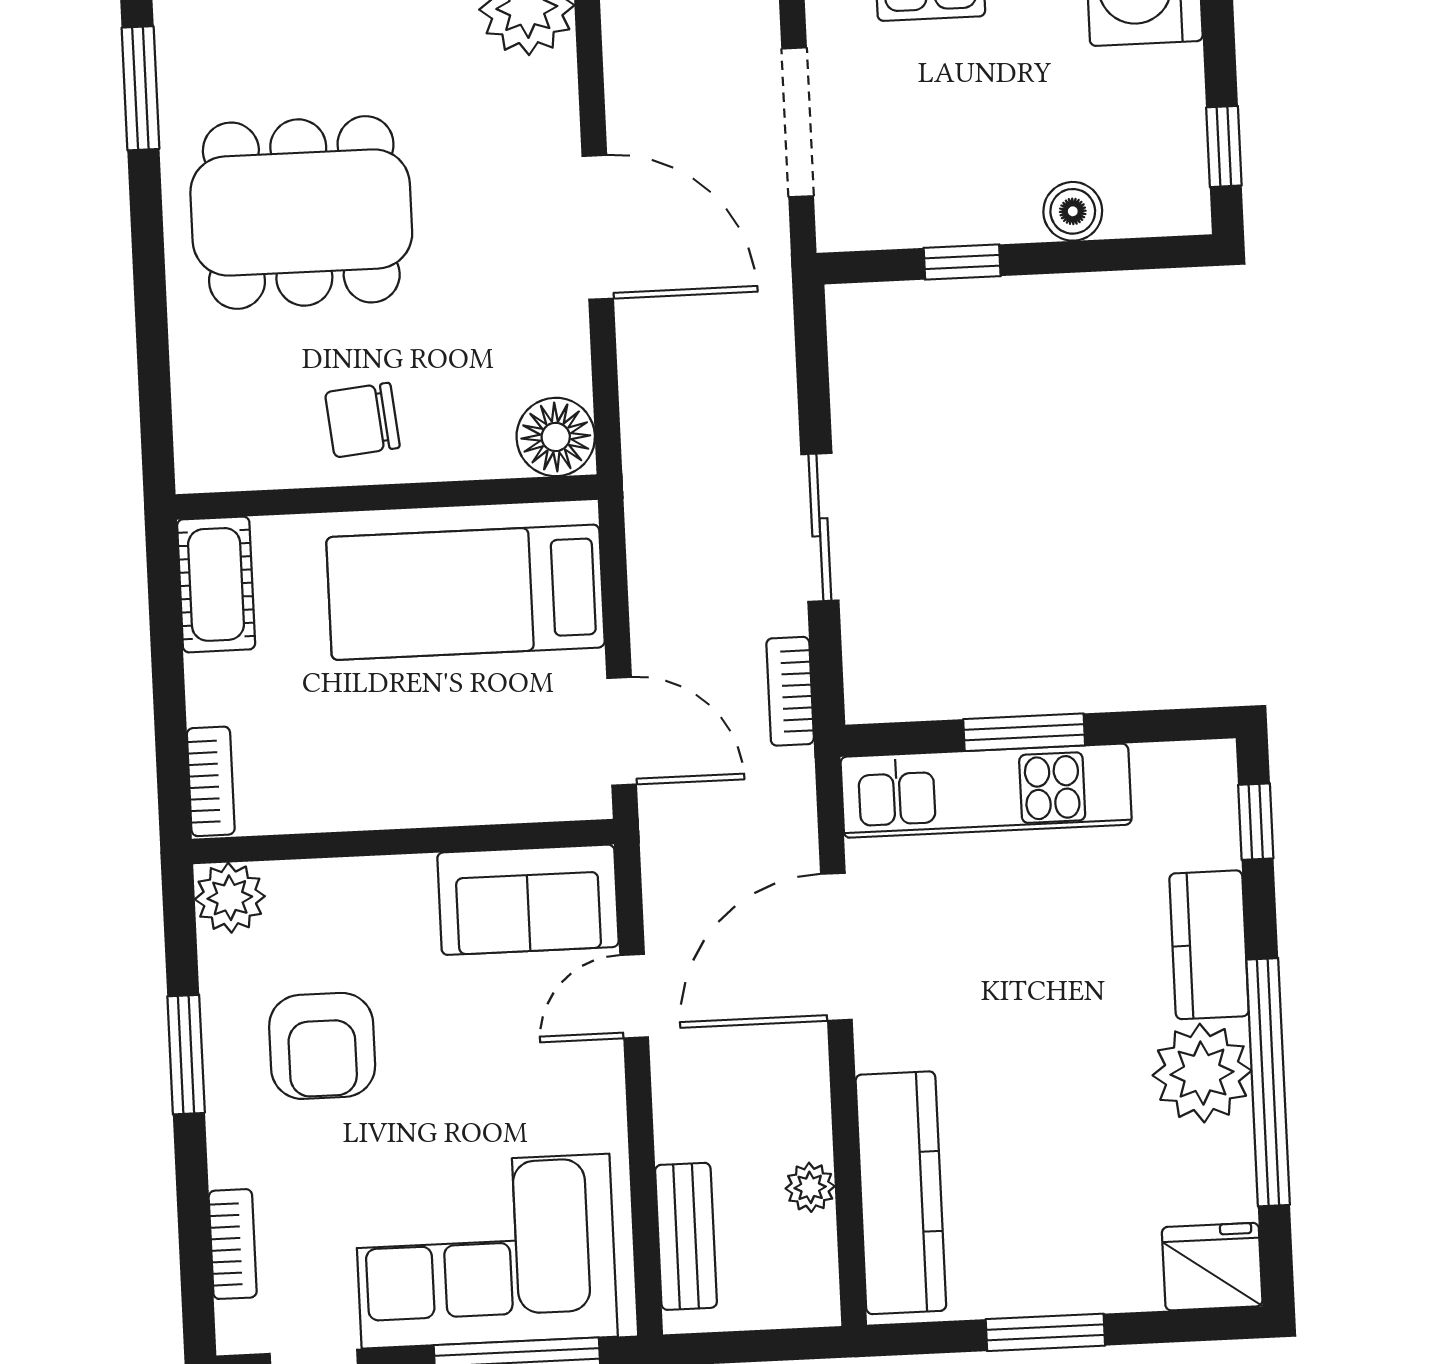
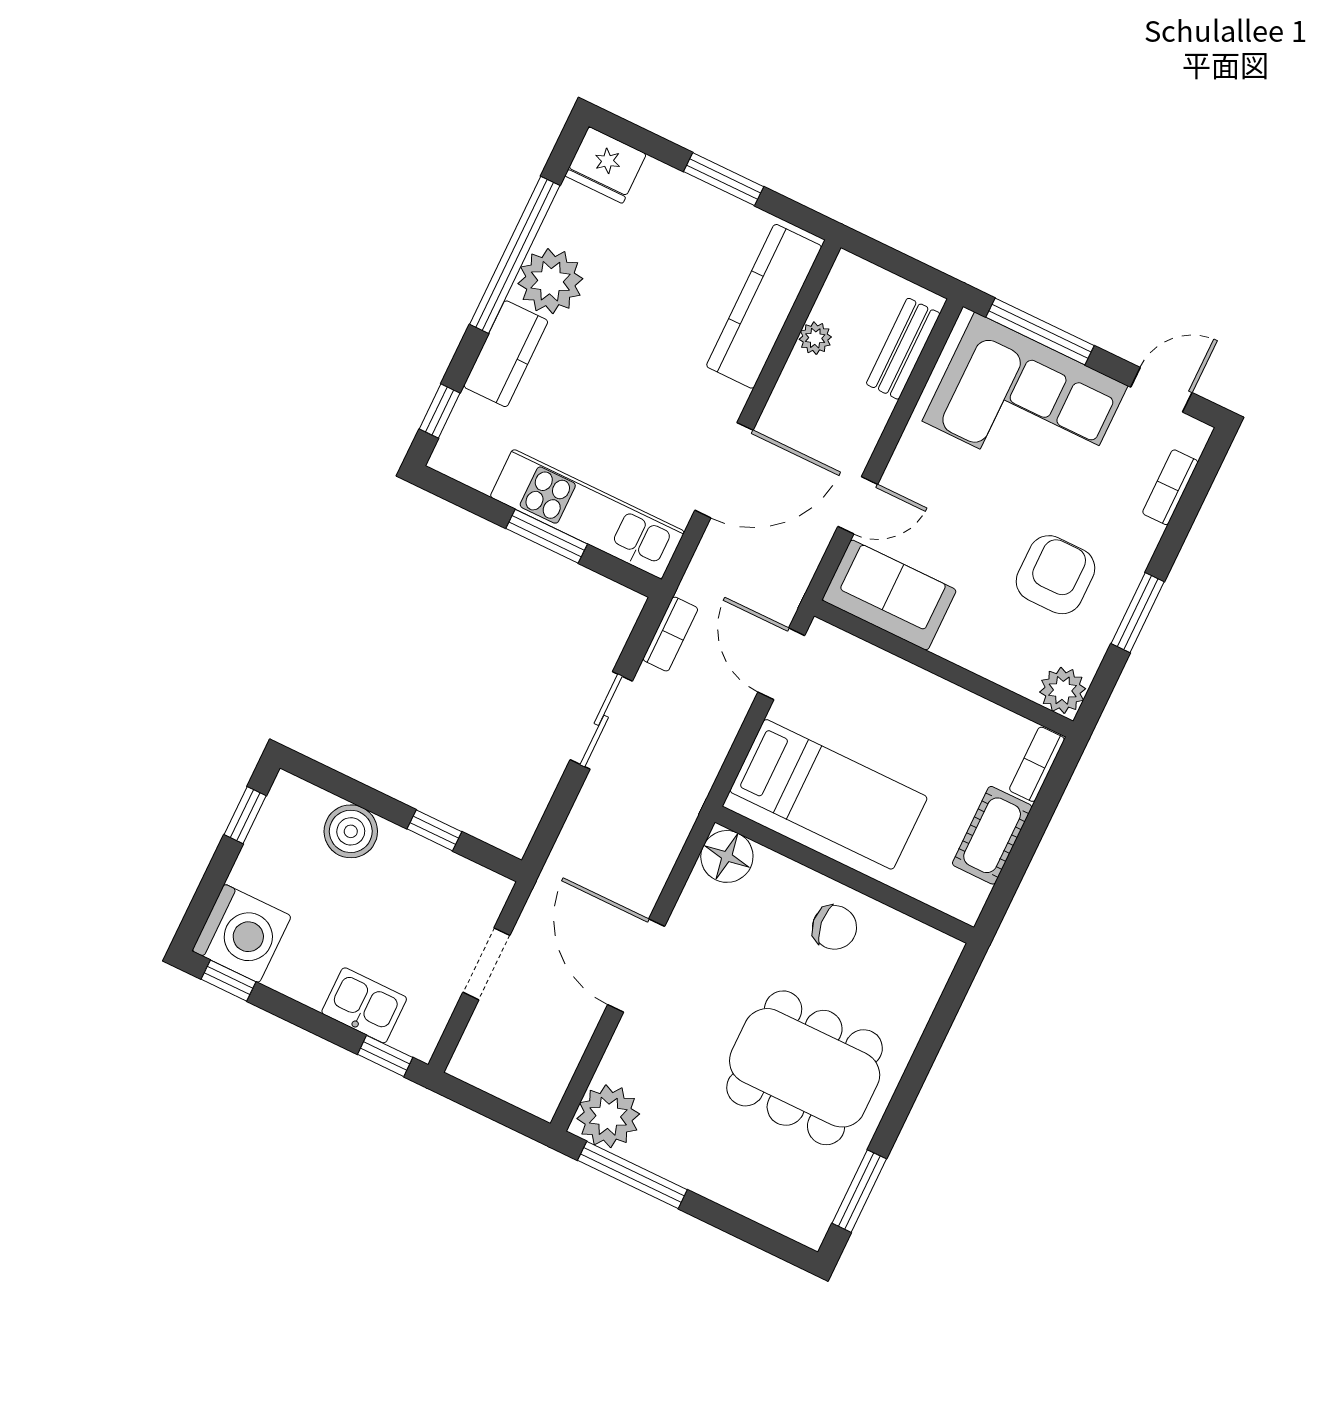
doorway: (798, 122) -> (486, 964), width x0.73
boiler: (1073, 211) -> (351, 831), width x1.36, depth x1.36
cot: (216, 584) -> (992, 835), moved

